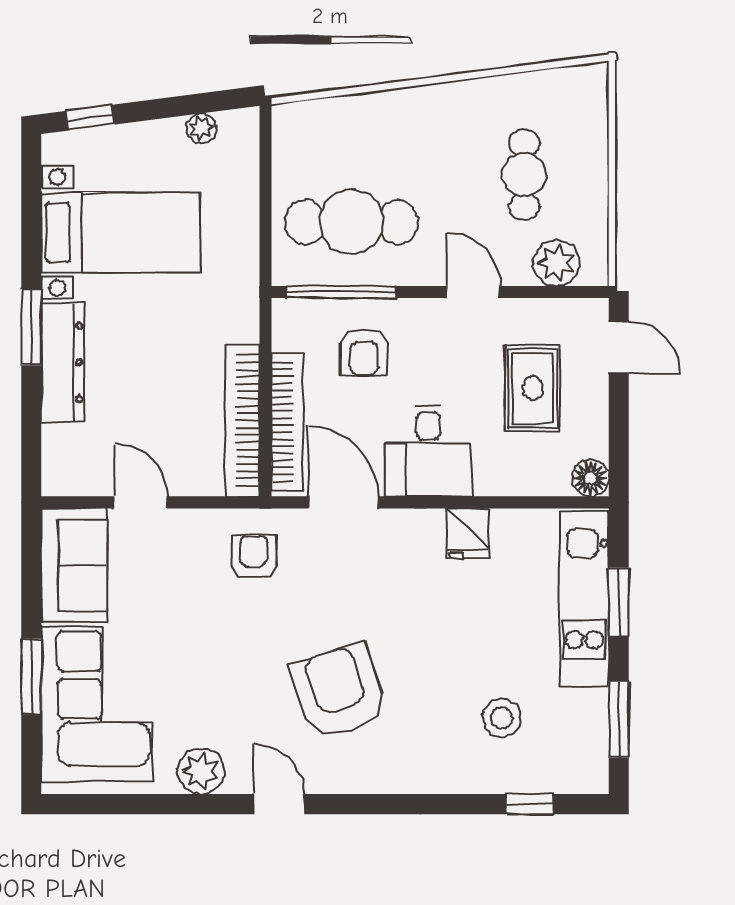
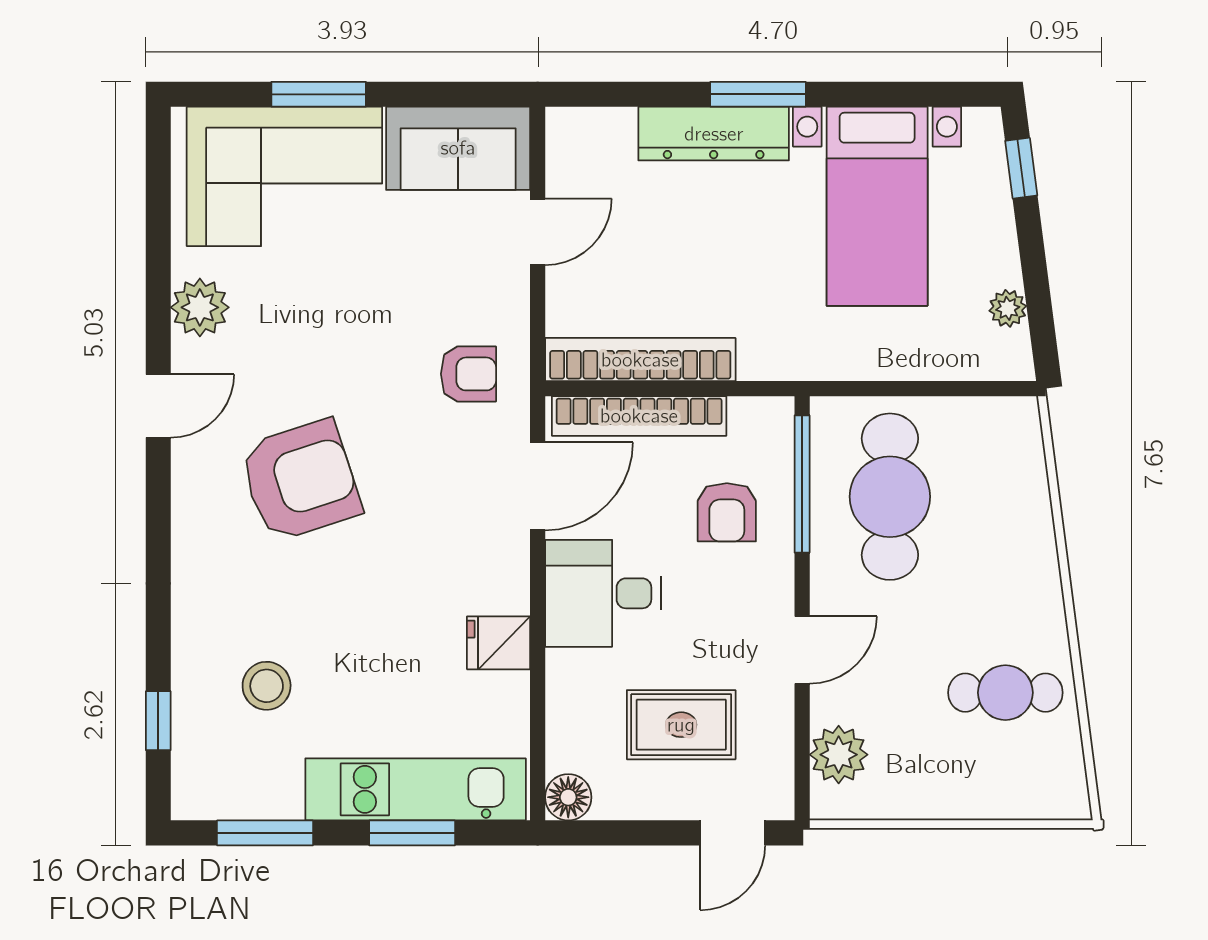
cafe table: (524, 175) -> (1005, 693), moved
armchair: (364, 352) -> (727, 512), turned -90

